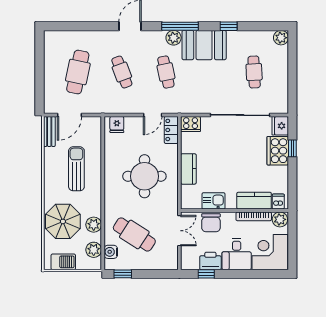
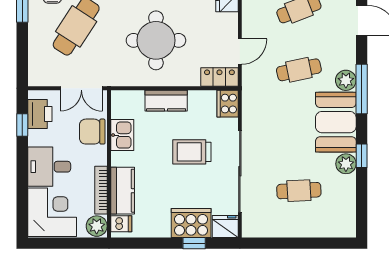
plant: (281, 38) -> (346, 164), moved
door: (153, 115) -> (240, 52), swing flipped
trolley: (226, 150) -> (192, 152), added
printer: (210, 261) -> (40, 114), moved

